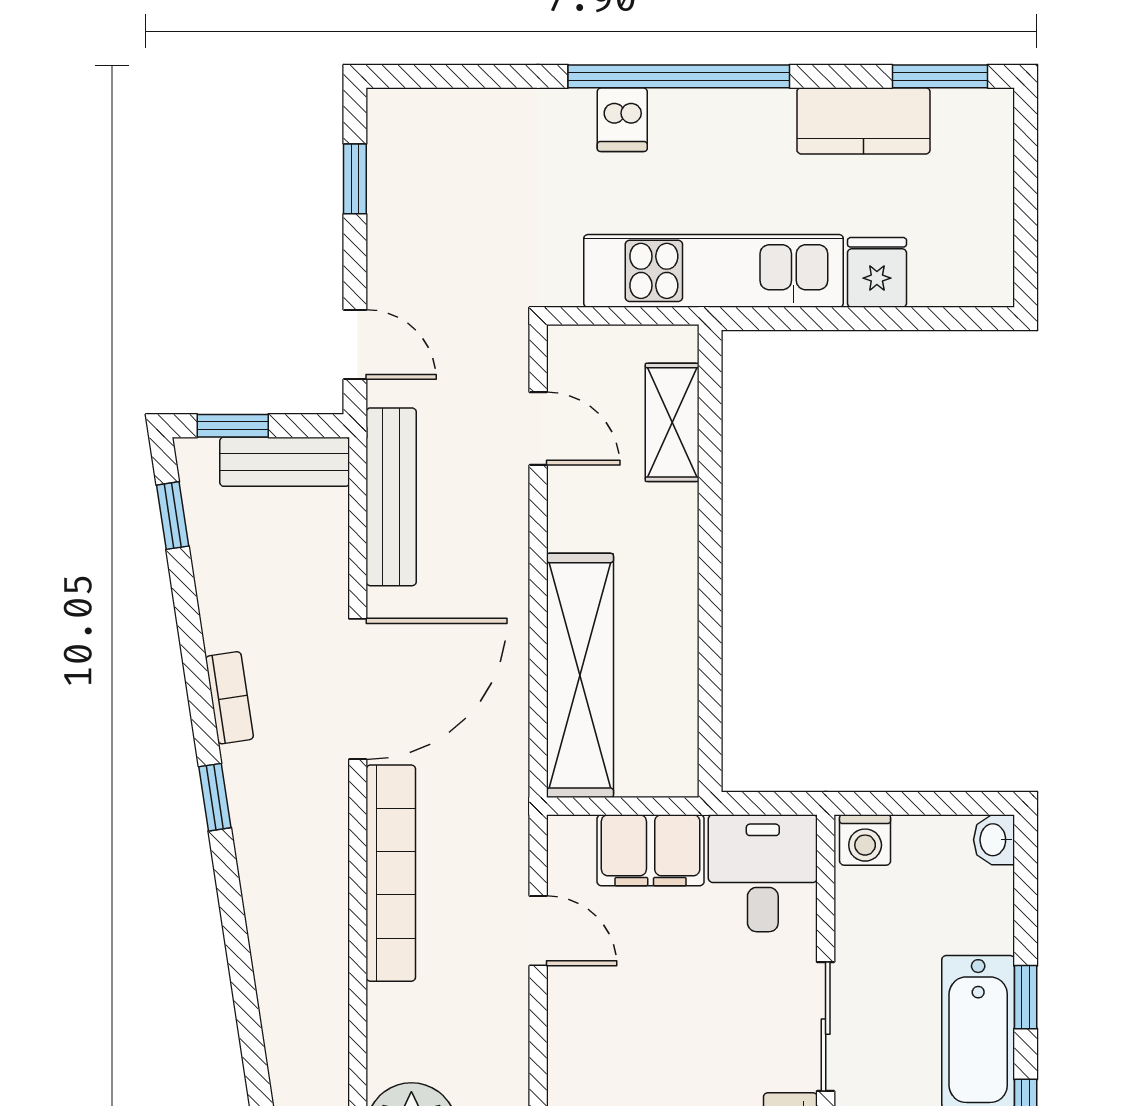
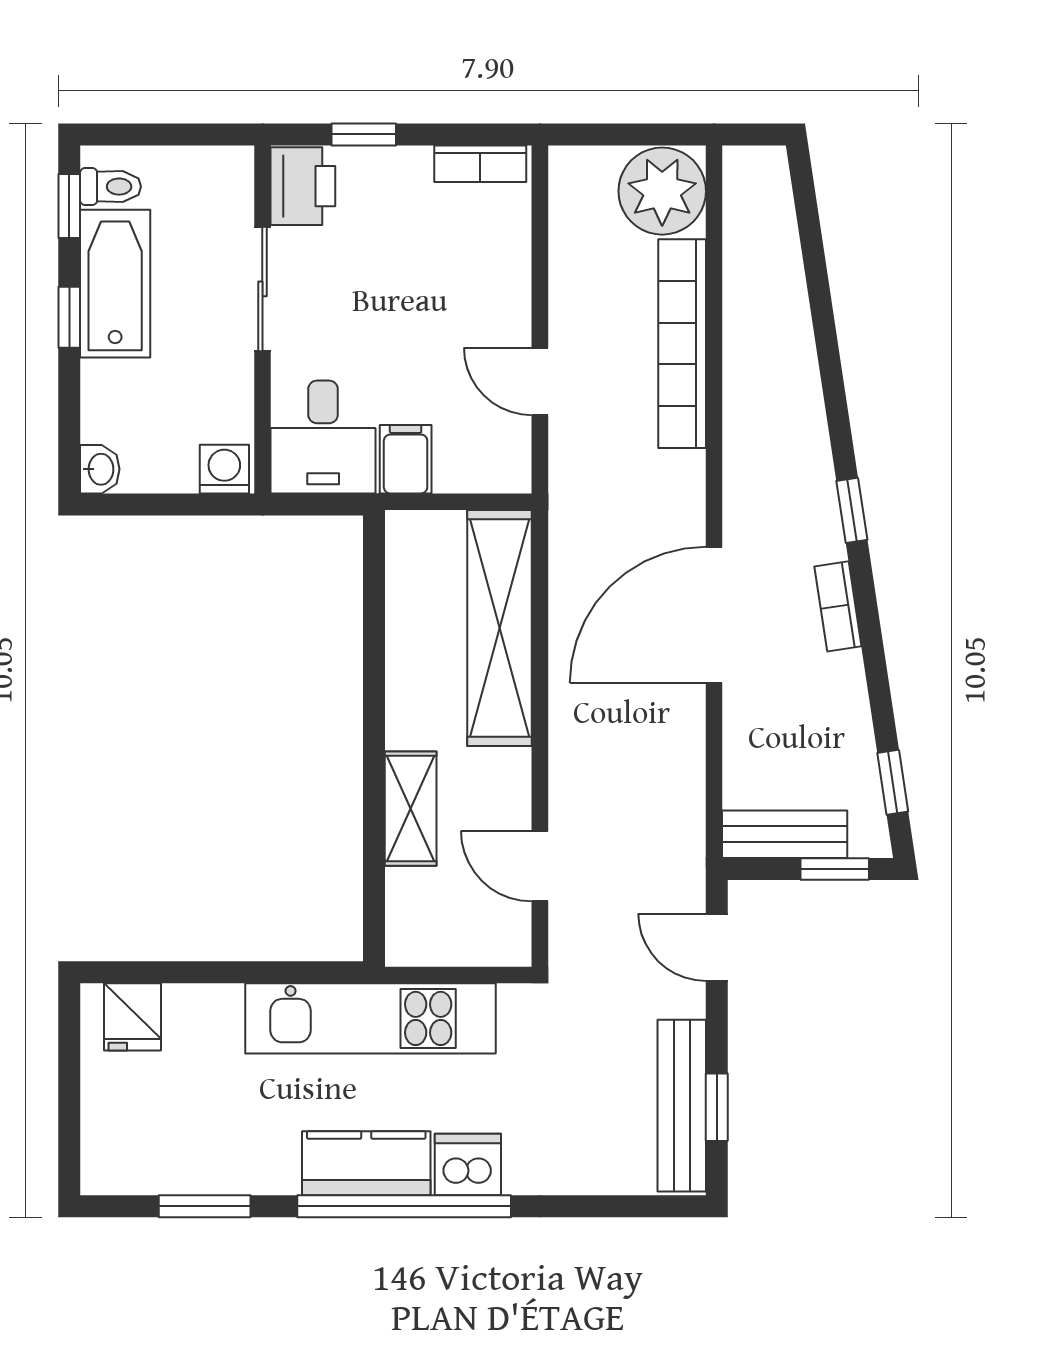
window: (940, 76) -> (205, 1206), moved
dishwasher: (622, 120) -> (468, 1164), width x1.38
kitchen counter: (863, 121) -> (366, 1163), moved
fridge: (877, 272) -> (133, 1017), moved
shelving: (672, 422) -> (411, 809), moved
bench: (391, 497) -> (682, 1106), moved
filing cabinet: (651, 850) -> (406, 459), width x0.50
bookcase: (391, 873) -> (682, 344), moved

